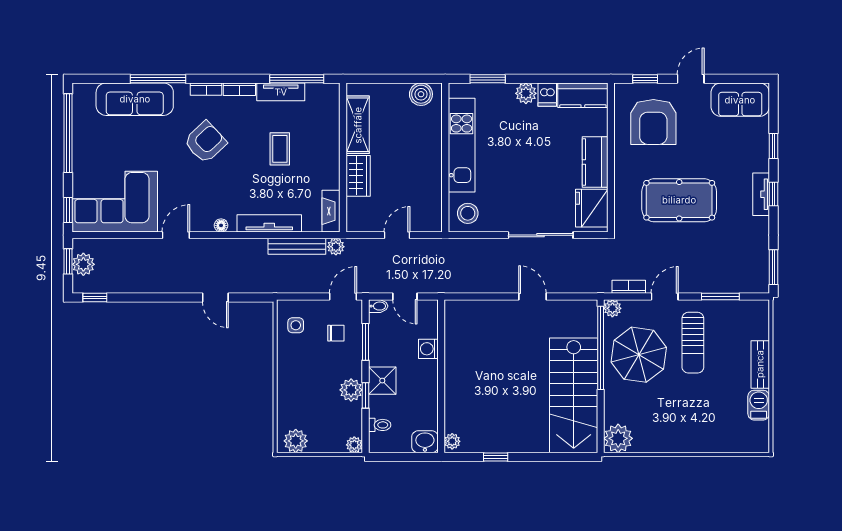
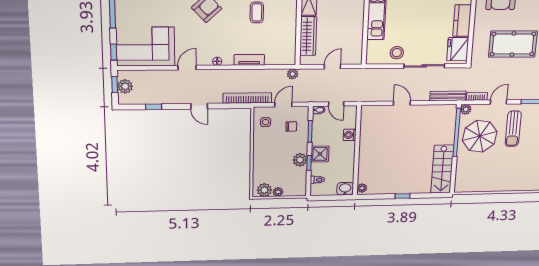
wardrobe: (358, 176) -> (308, 36), width x1.50
fireplace: (331, 211) -> (290, 52), removed
stool: (468, 213) -> (397, 53), moved
tv unit: (269, 223) -> (249, 60), width x0.71
bench: (297, 246) -> (448, 96), moved
bookcase: (267, 285) -> (247, 98), added
door: (343, 296) -> (283, 105), moved
door: (532, 296) -> (402, 103), moved
window: (95, 297) -> (154, 107), moved
door: (215, 297) -> (199, 106), moved
stairs: (574, 395) -> (442, 169), width x0.73, depth x0.66
plant: (618, 438) -> (463, 184), removed
plant: (354, 445) -> (278, 192), moved
window: (496, 457) -> (403, 196), moved

